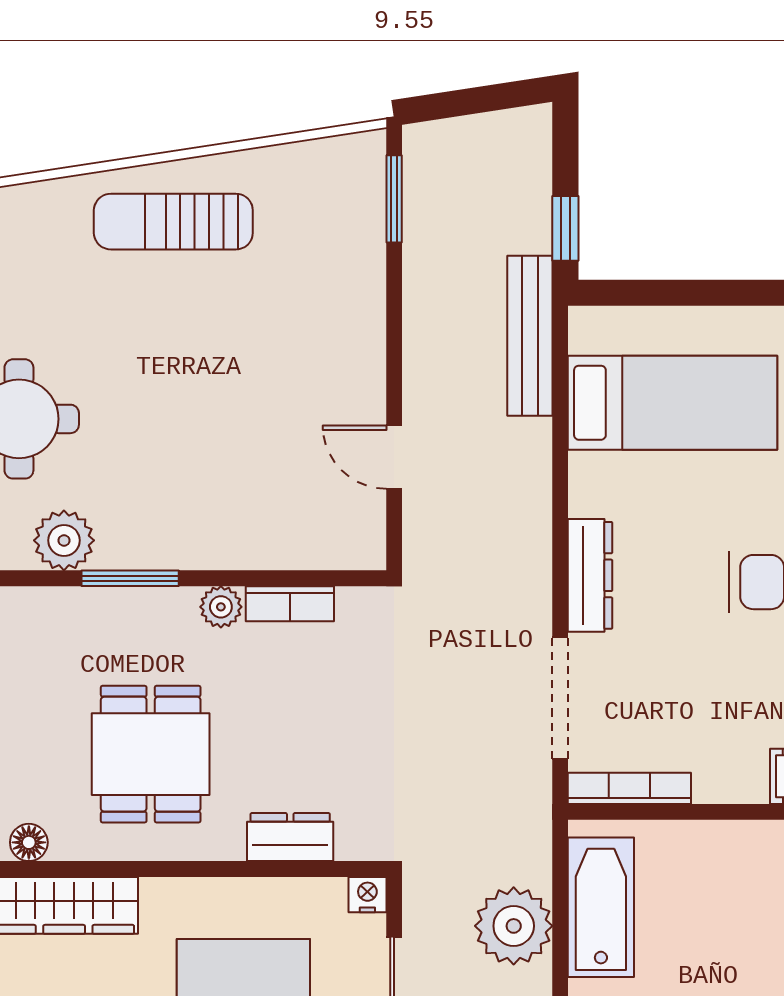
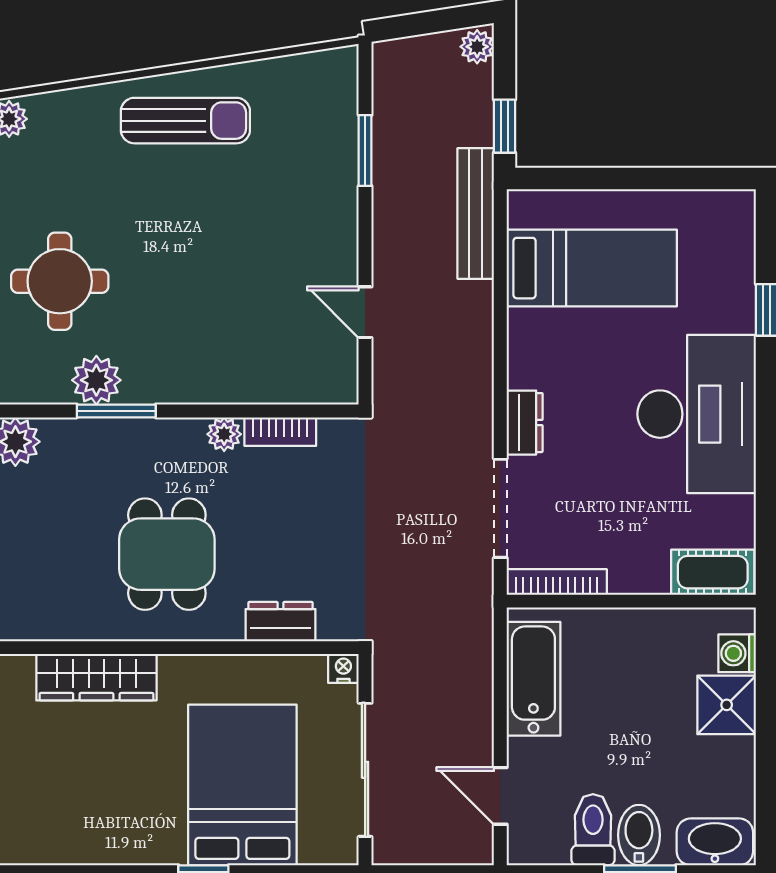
window: (394, 199) -> (365, 151), moved
sun lounger: (173, 222) -> (185, 121), turned 180
dresser: (590, 575) -> (525, 423), width x0.70
window: (130, 578) -> (116, 411), moved
floor lamp: (29, 842) -> (68, 626), removed
plant: (514, 926) -> (477, 47), moved, width x0.53, depth x0.53

